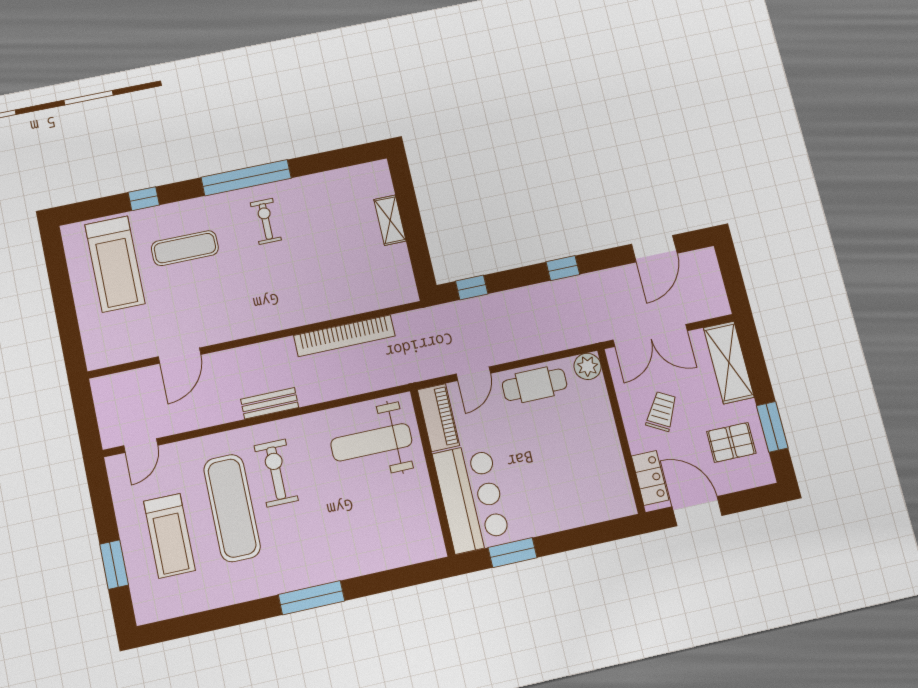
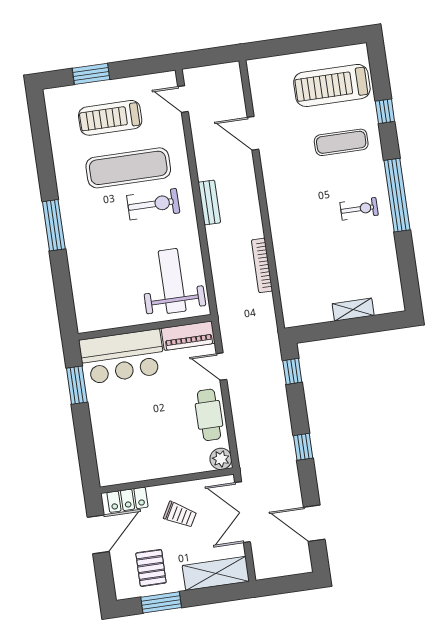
exercise mat: (185, 248) -> (341, 142), turned 90
bookcase: (344, 336) -> (262, 265), width x0.68, depth x0.76

